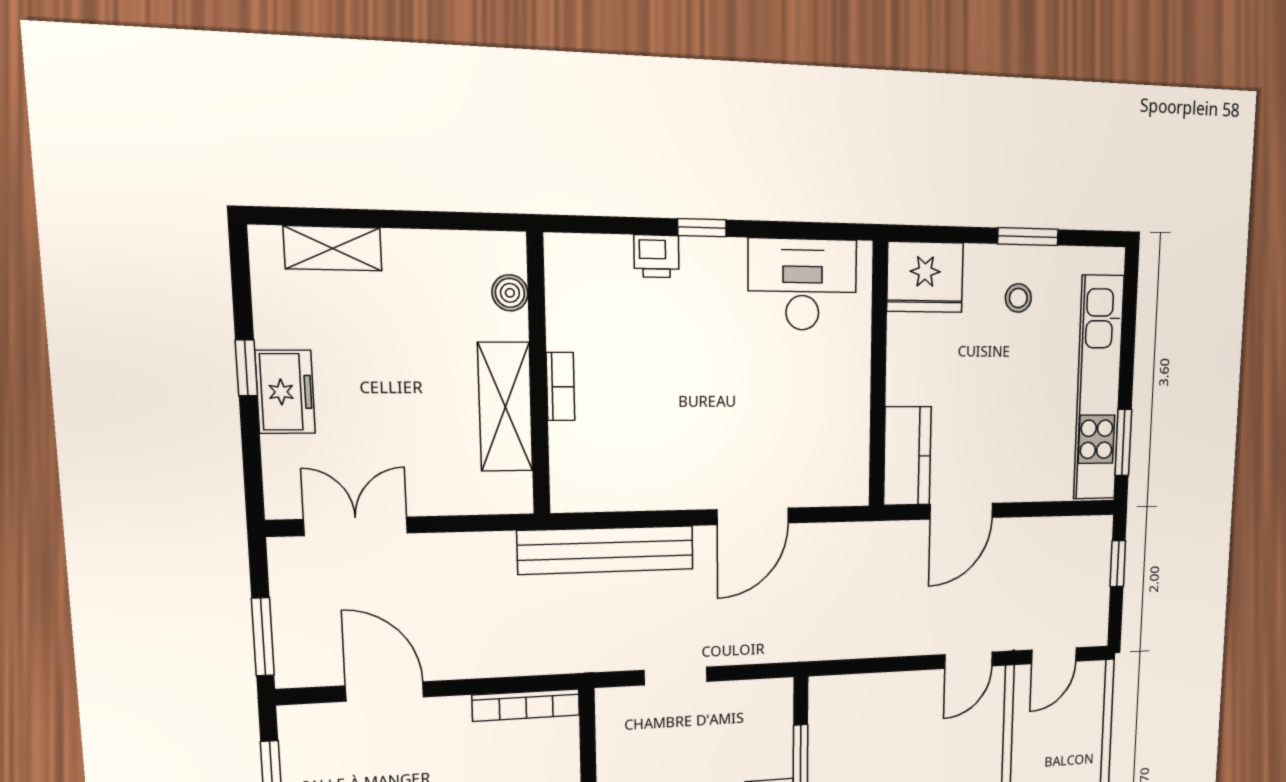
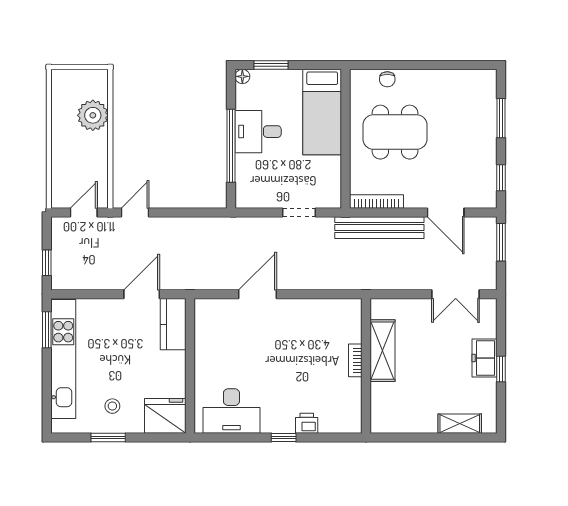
boiler: (510, 293) -> (379, 405), removed
bench: (606, 550) -> (379, 228), moved

